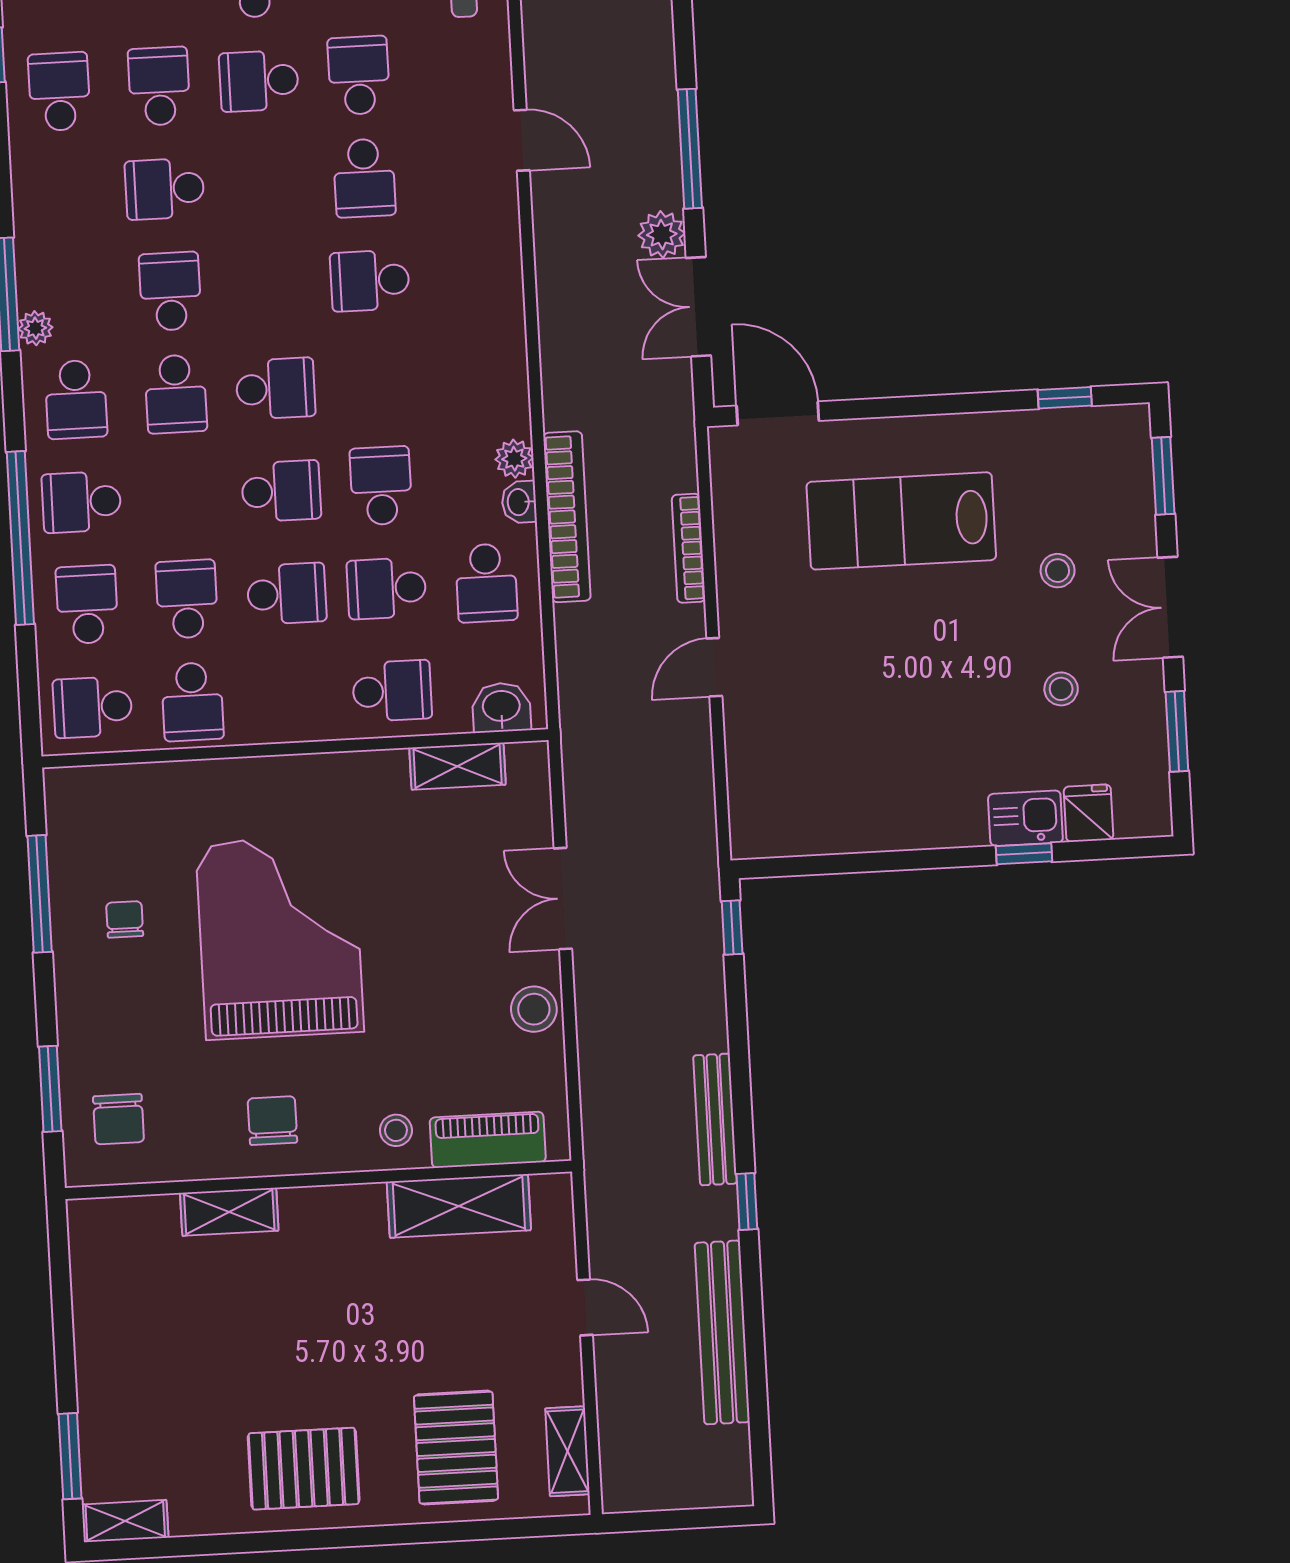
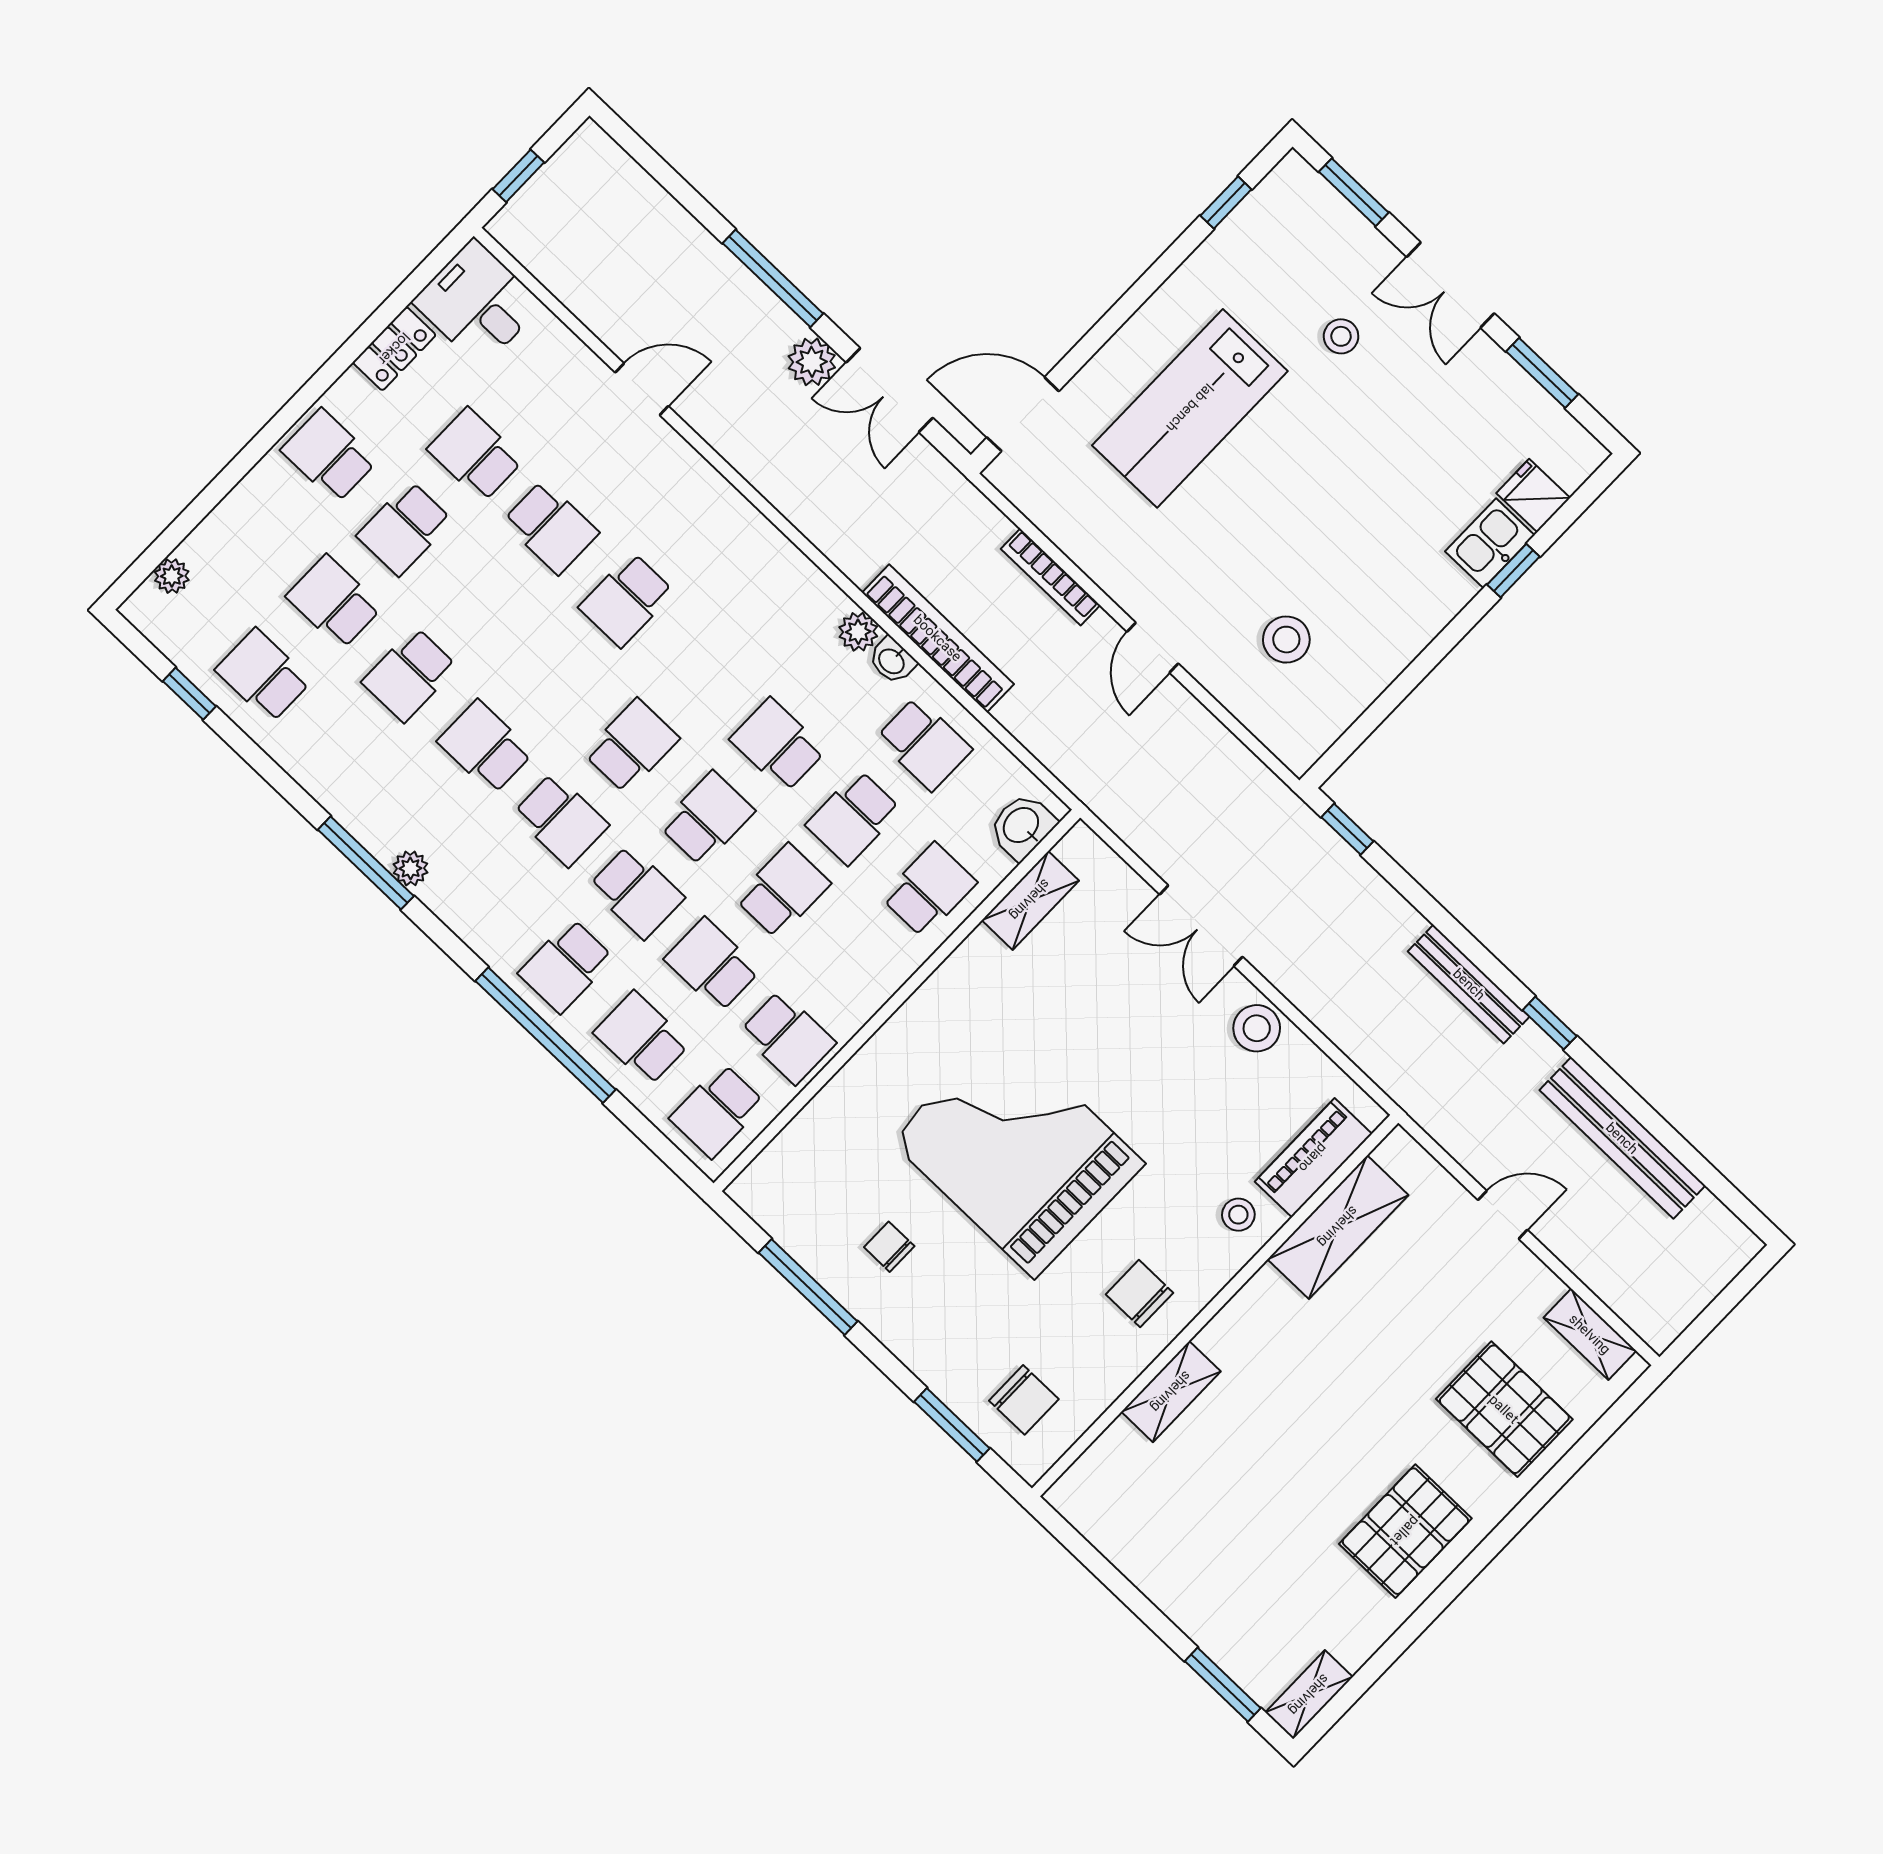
school desk: (76, 399) -> (637, 892), moved
stool: (1061, 689) -> (1286, 640), moved, width x1.37, depth x1.37

